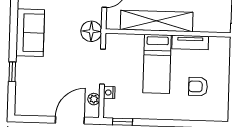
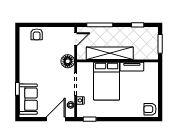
sofa: (30, 33) -> (28, 99), moved
bed: (157, 64) -> (107, 81), width x1.50
armchair: (198, 87) -> (150, 109), moved

